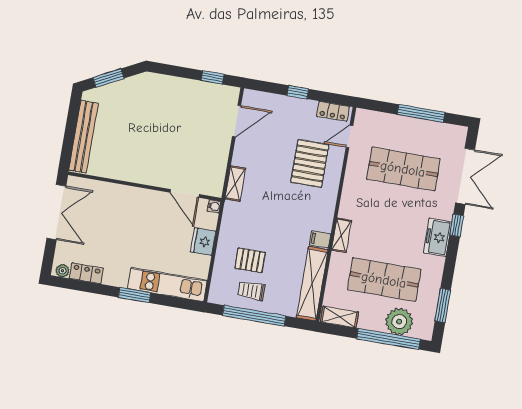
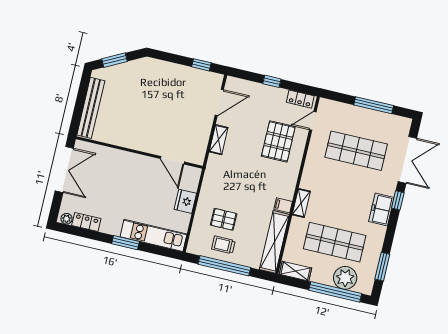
shelving: (235, 184) -> (219, 140), moved
water cooler: (214, 206) -> (196, 172), removed

